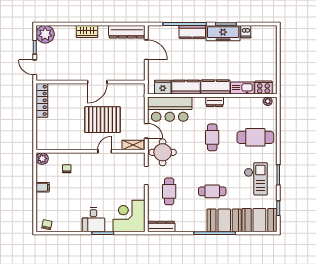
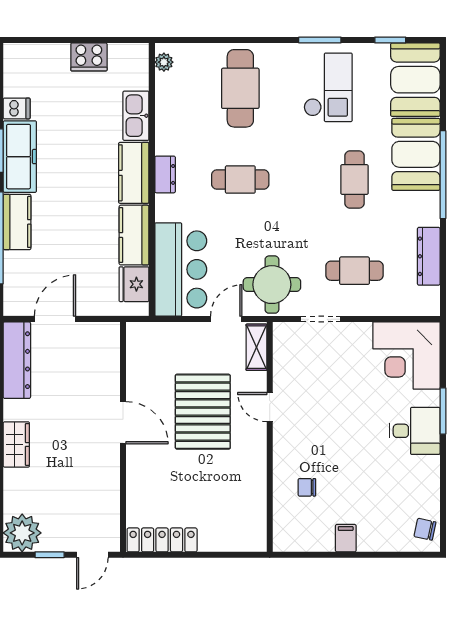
cooker: (264, 88) -> (89, 57), moved, turned -90
plant: (42, 159) -> (285, 539), removed
checkout: (256, 179) -> (328, 87), turned 90
dresser: (161, 226) -> (429, 256), moved

